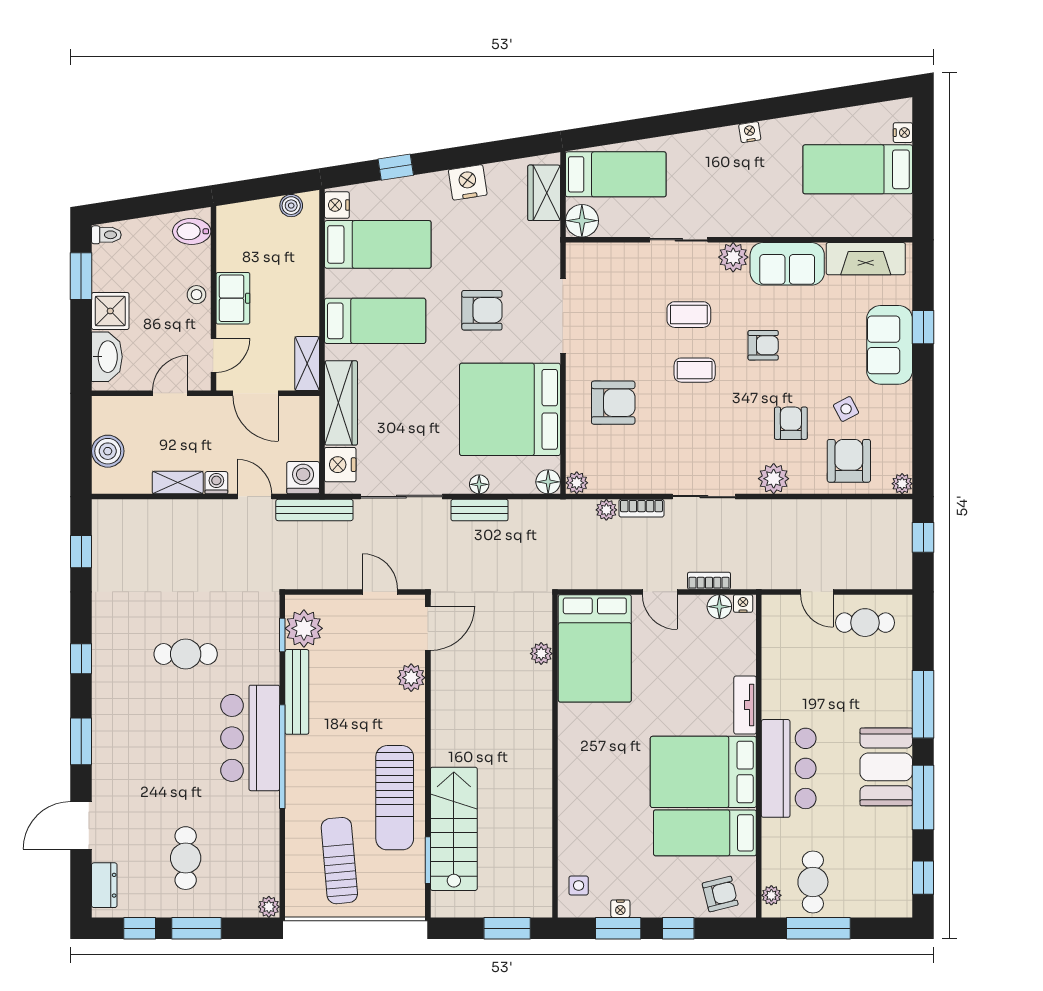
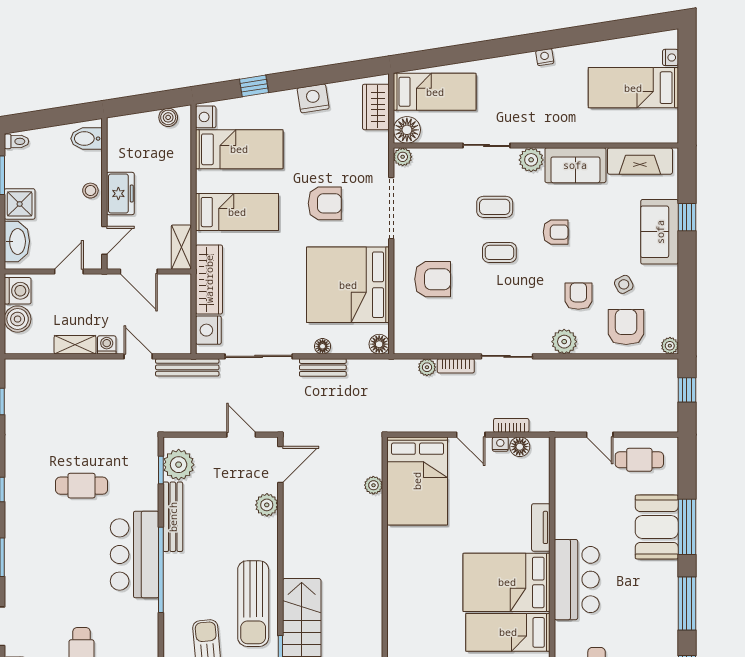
washing machine: (303, 478) -> (18, 291), moved, turned 90
plant: (577, 483) -> (403, 157), moved
nightstand: (743, 603) -> (500, 444), moved
booth: (886, 767) -> (657, 527), moved

